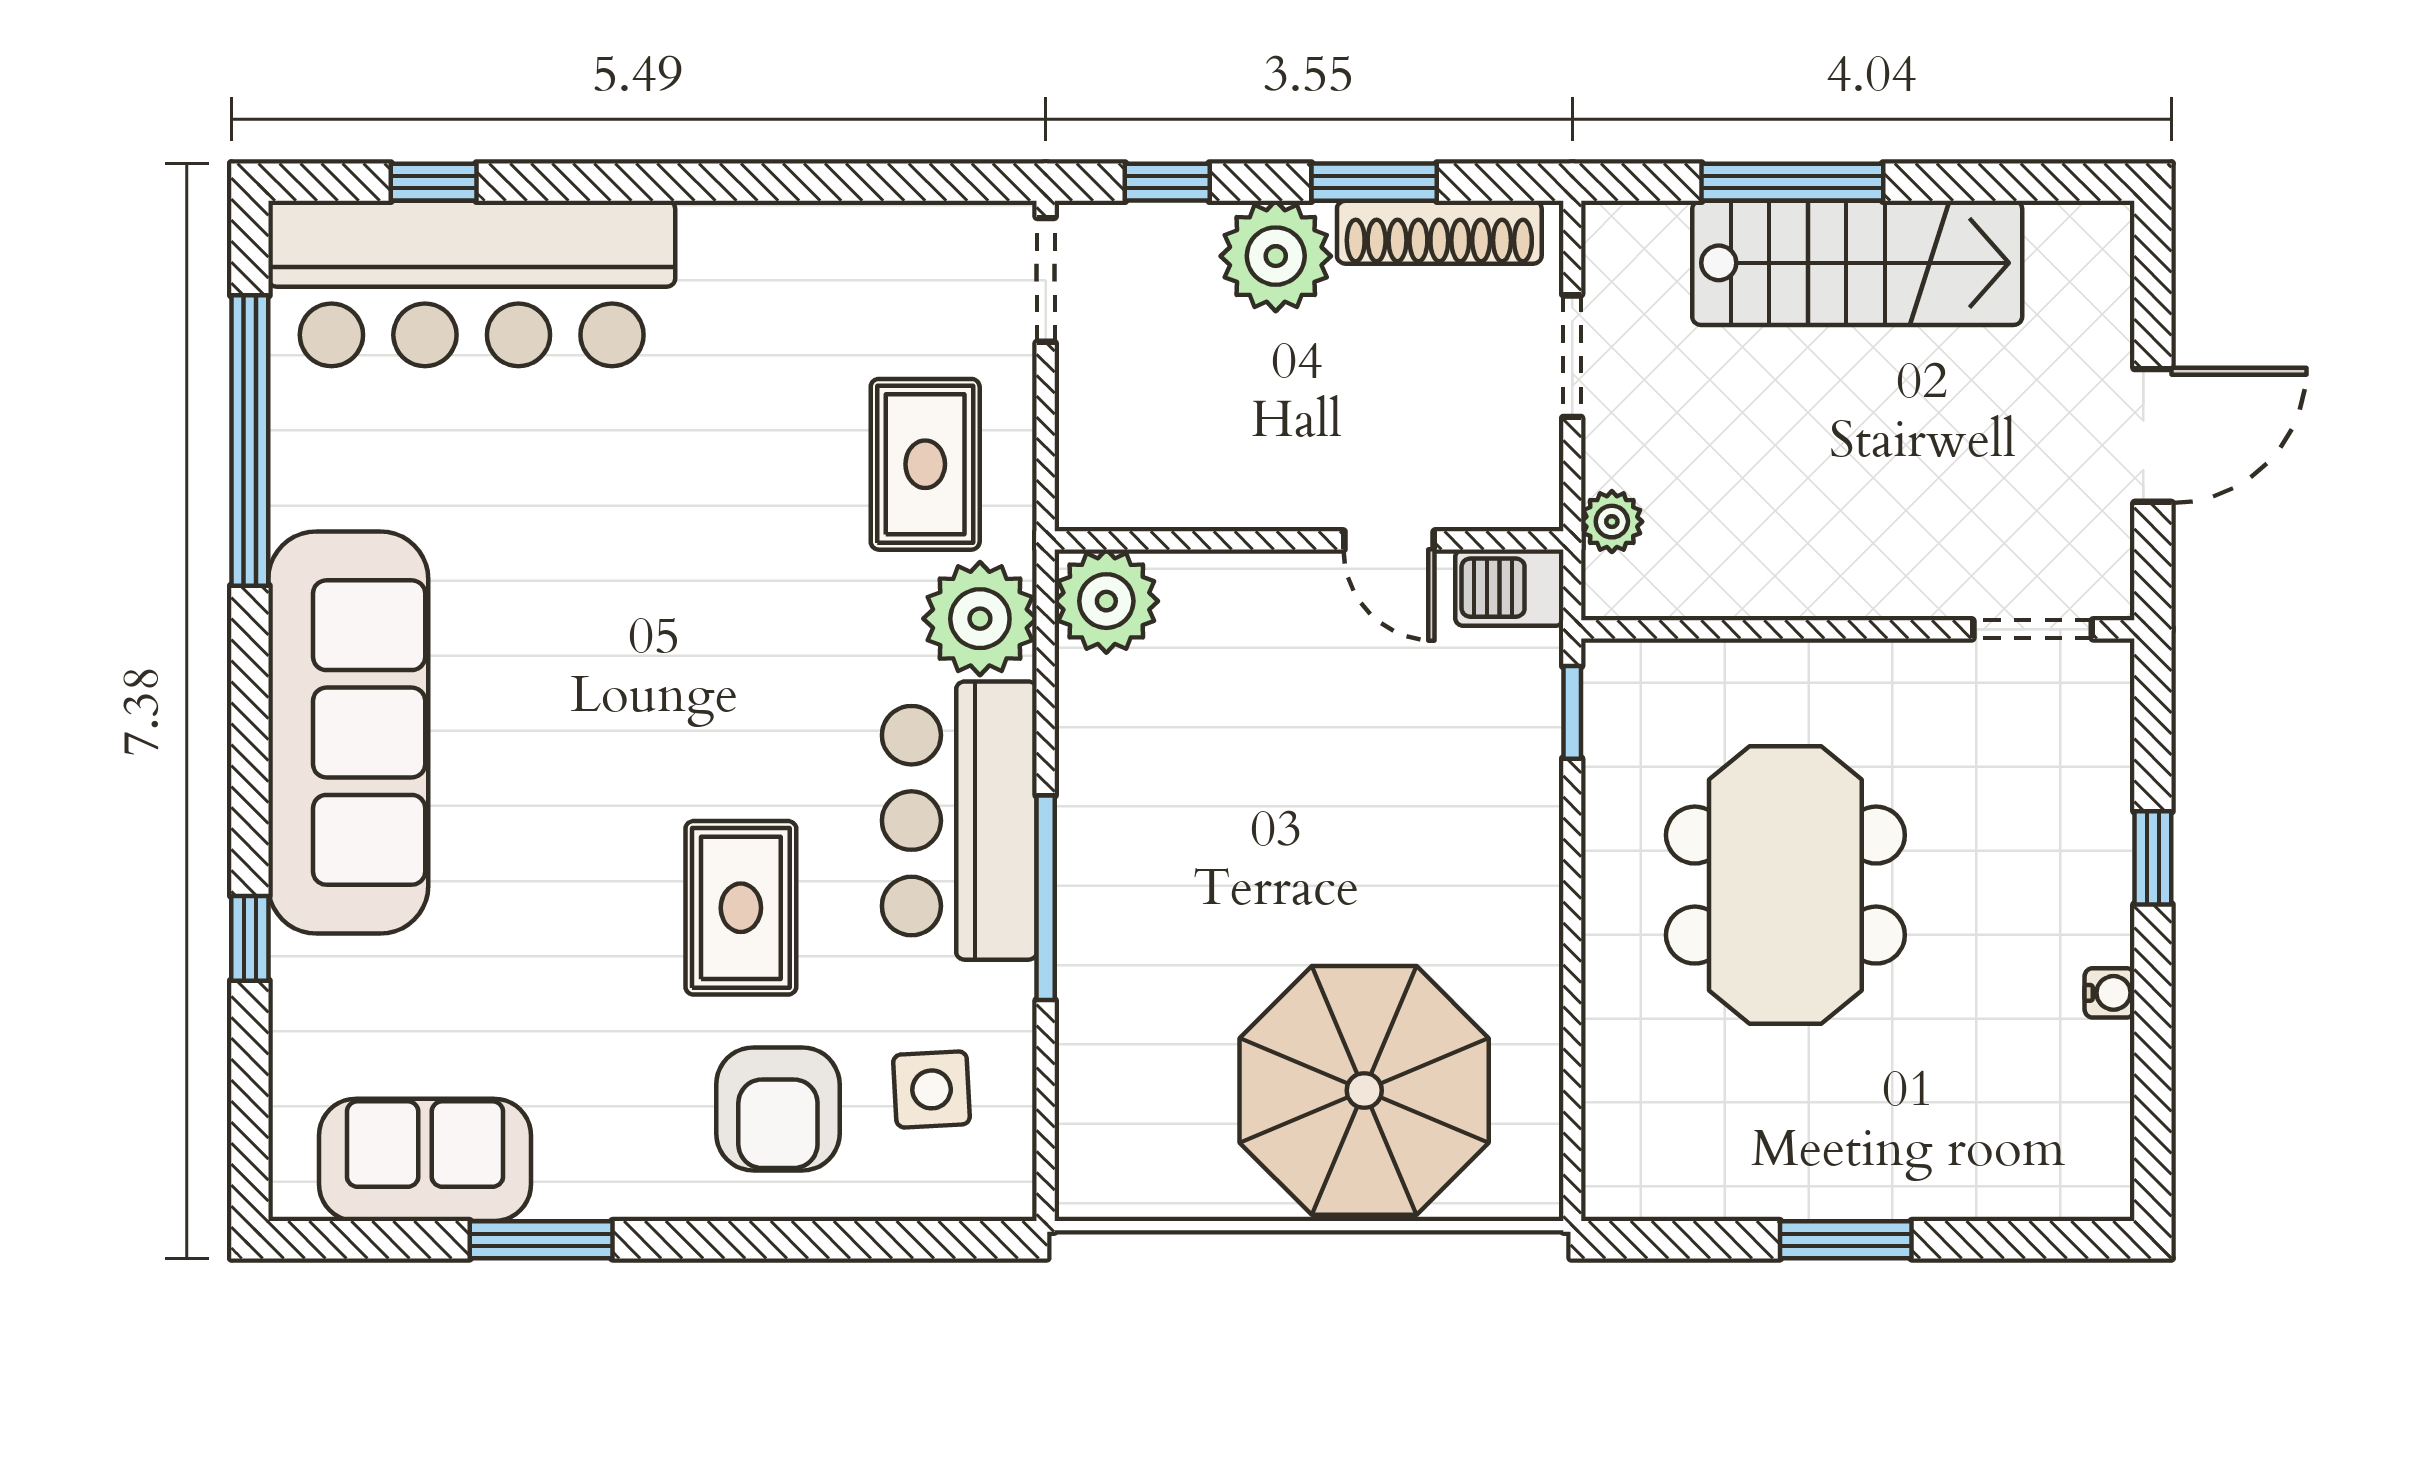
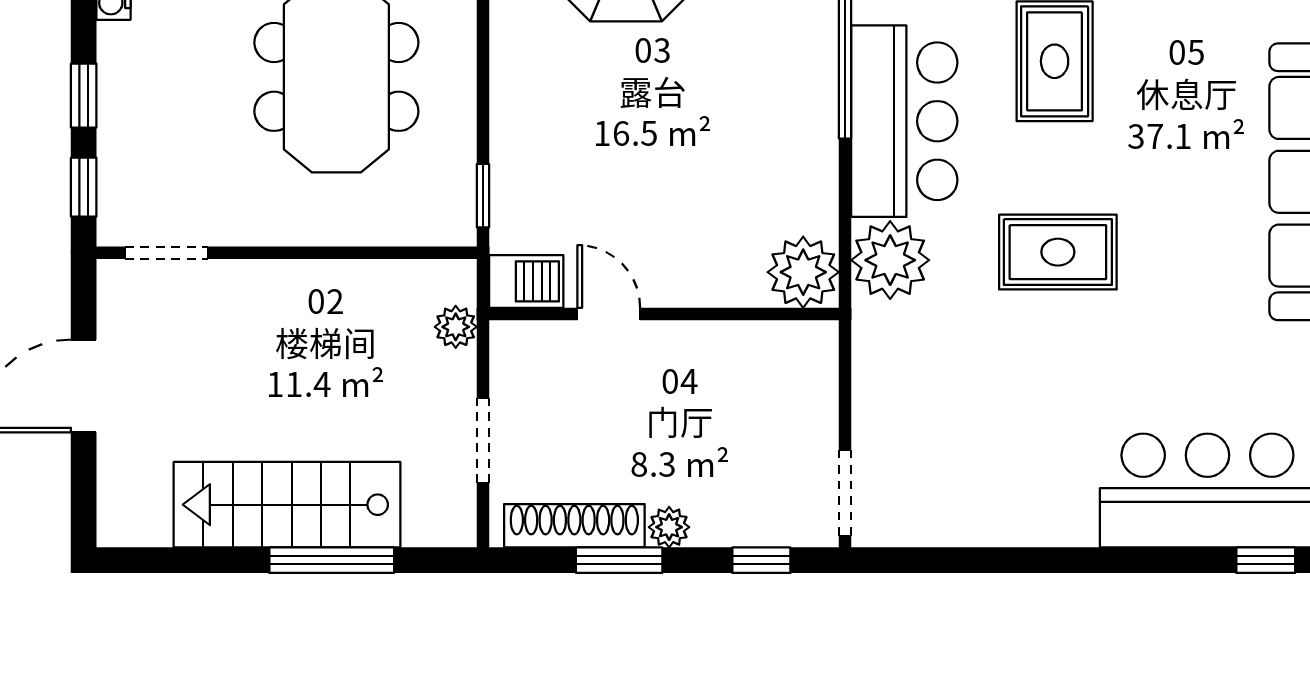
plant: (1276, 256) -> (669, 527), width x0.53, depth x0.53
rug: (925, 464) -> (1058, 252), moved, turned 90
window: (2153, 725) -> (84, 187), added

